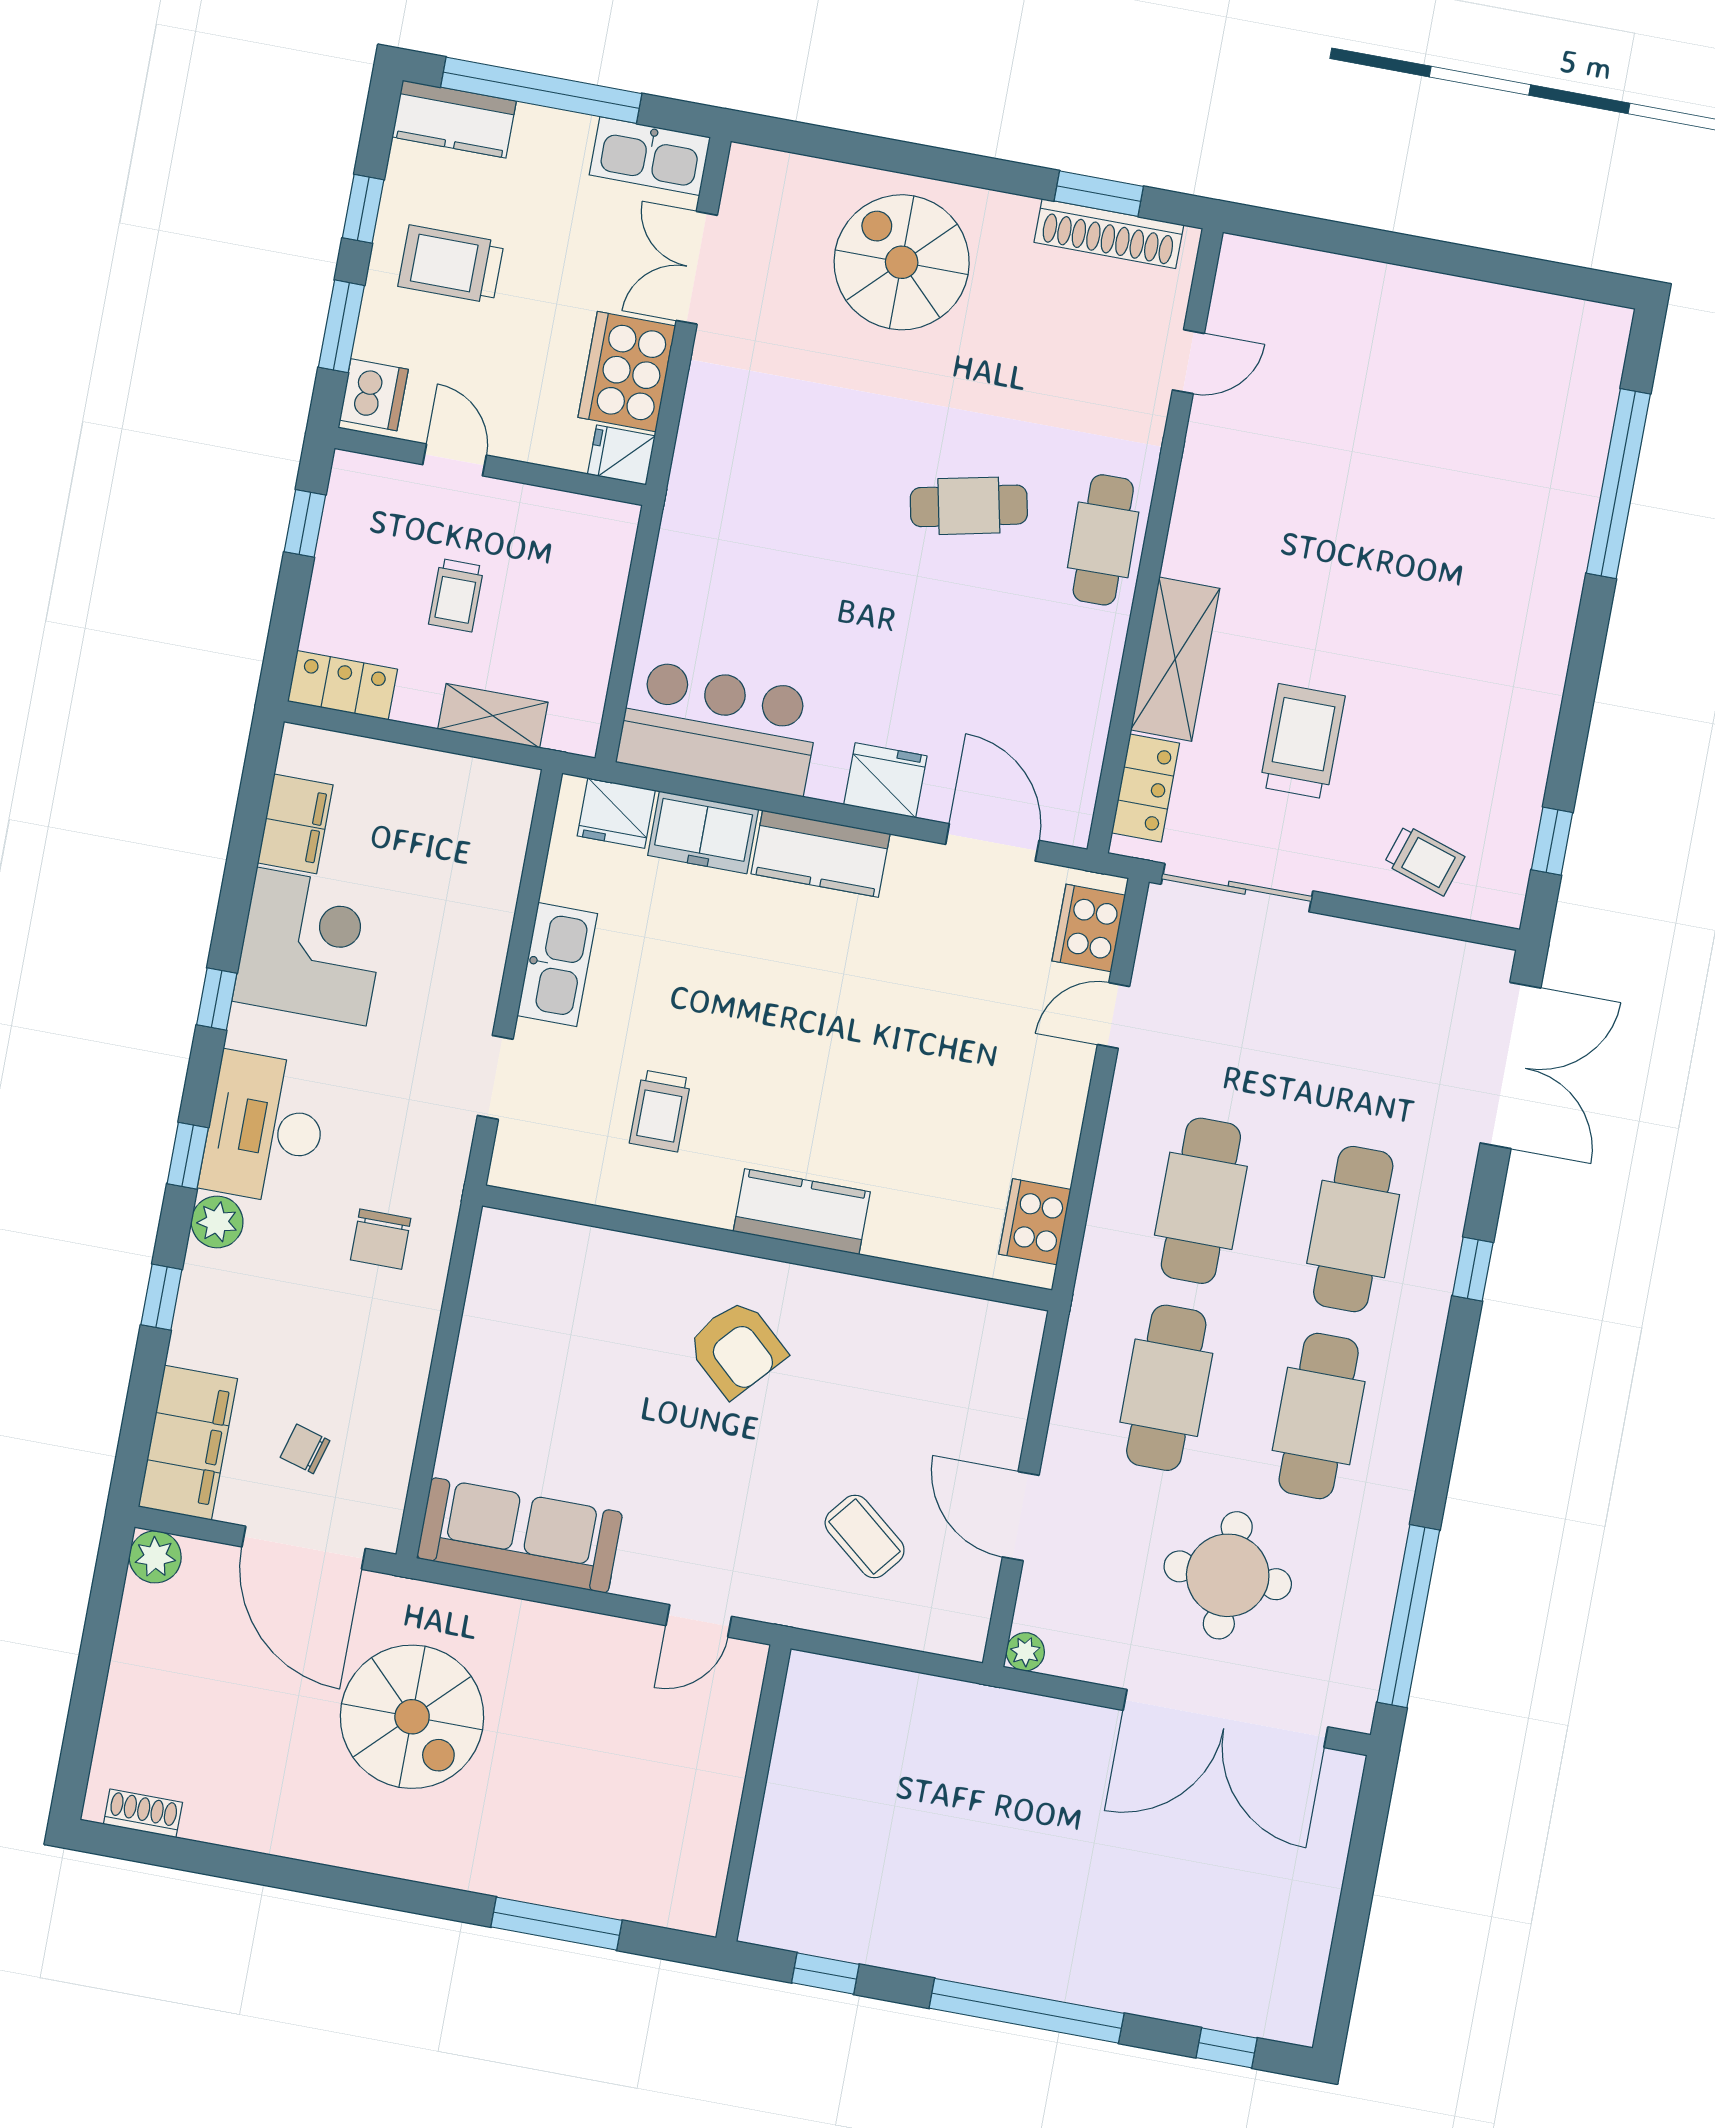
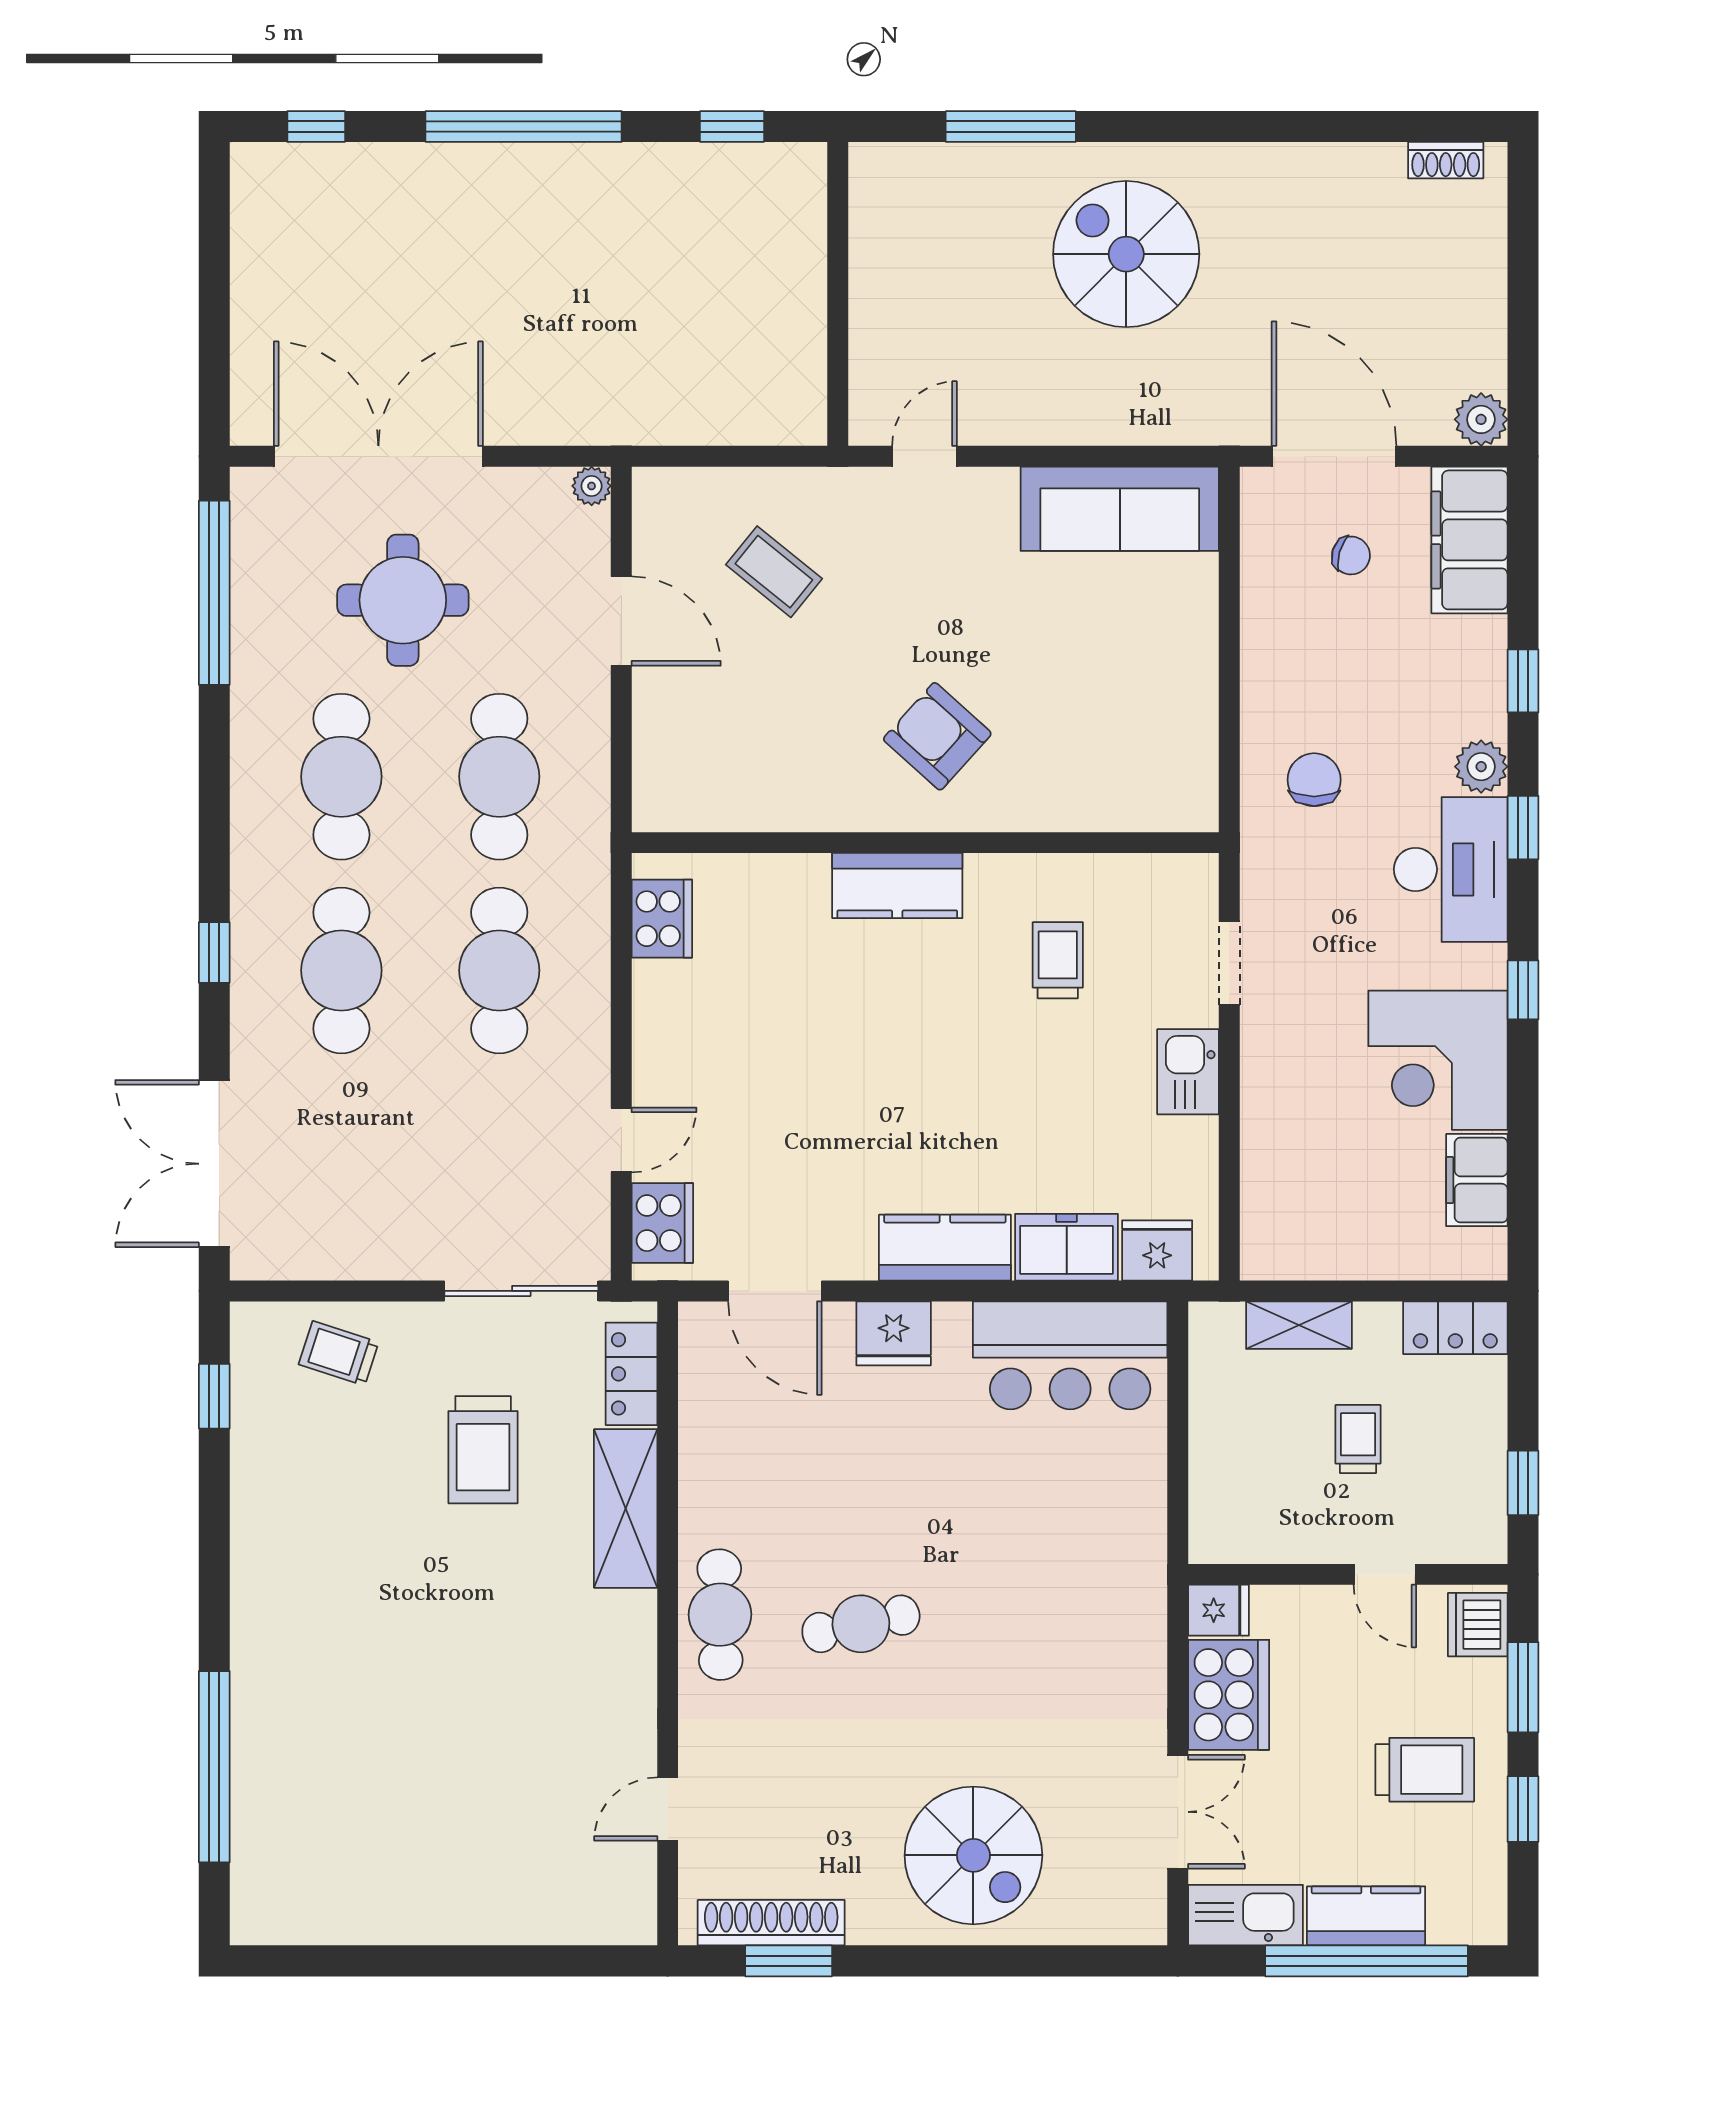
kitchen counter: (454, 119) -> (1366, 1916), moved
kitchen sink: (557, 965) -> (1188, 1072), width x0.73
spiral stairs: (412, 1717) -> (1126, 254), moved

